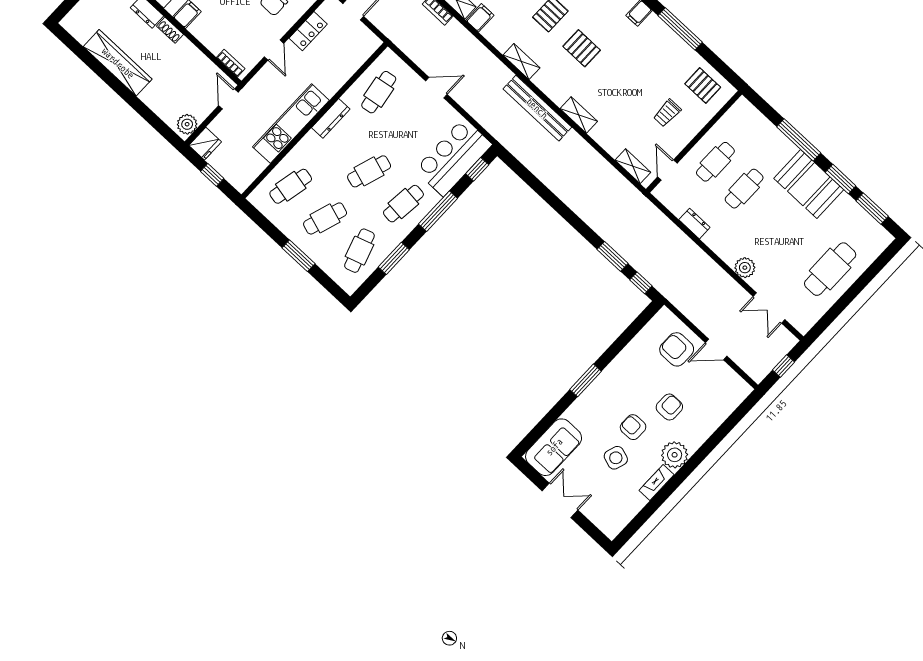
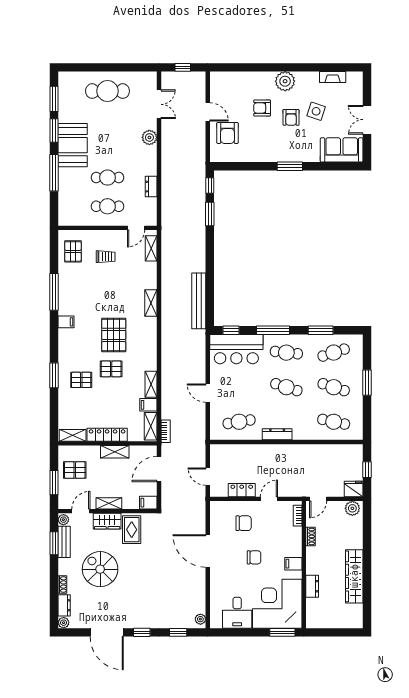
shoe rack: (170, 30) -> (311, 536), moved
pallet: (582, 48) -> (114, 335), width x1.50, depth x1.42
shelving: (521, 61) -> (151, 384), moved
bench: (537, 108) -> (199, 301), moved
kitchen unit: (291, 124) -> (300, 453), removed
fireplace: (657, 483) -> (333, 77), moved

